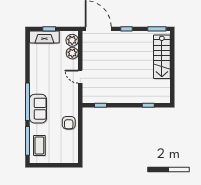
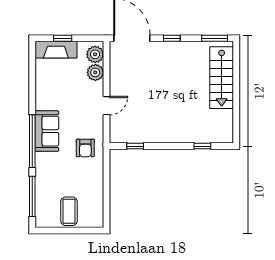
door: (80, 77) -> (107, 106), swing flipped
sofa: (38, 109) -> (47, 131), moved
armchair: (69, 123) -> (85, 148), moved
coffee table: (39, 145) -> (69, 211), moved

